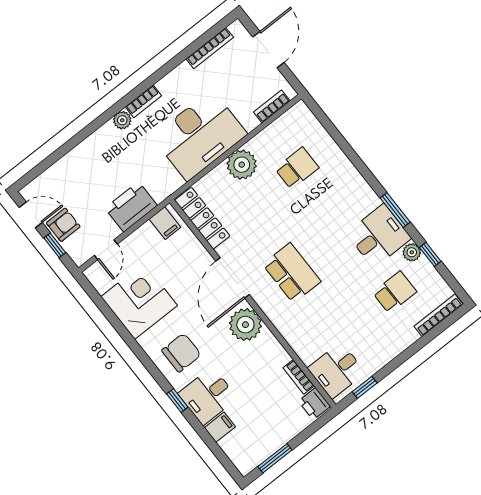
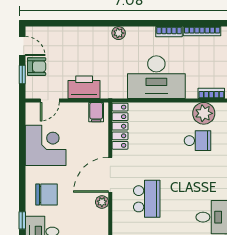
bookcase: (143, 101) -> (169, 32), moved
plant: (242, 165) -> (204, 113), moved
plant: (245, 325) -> (102, 202), width x0.53, depth x0.53

